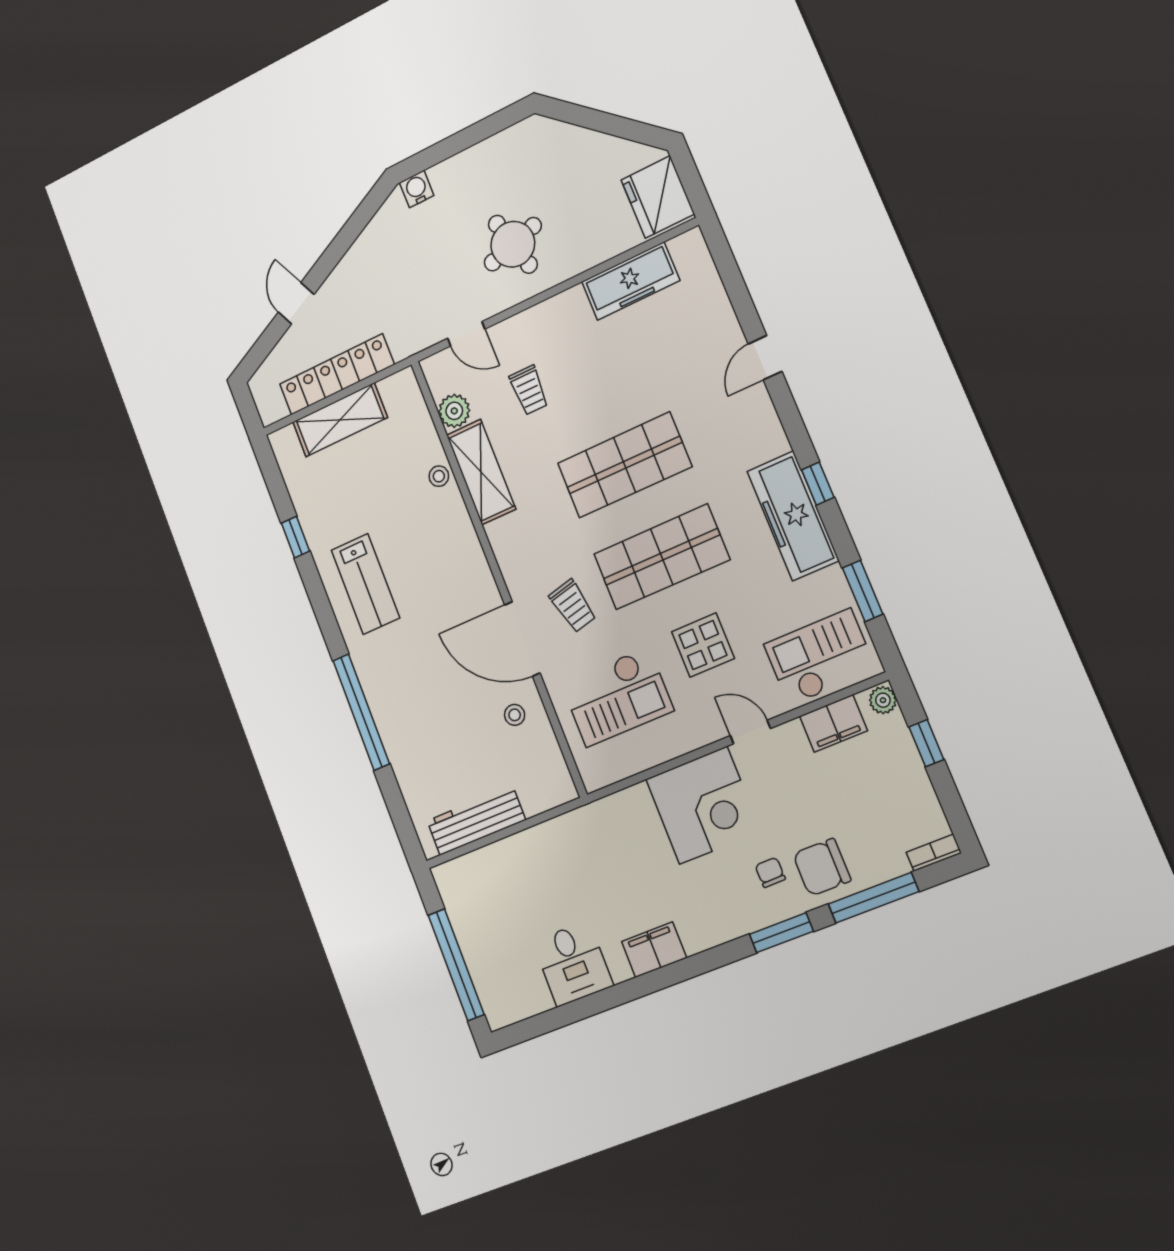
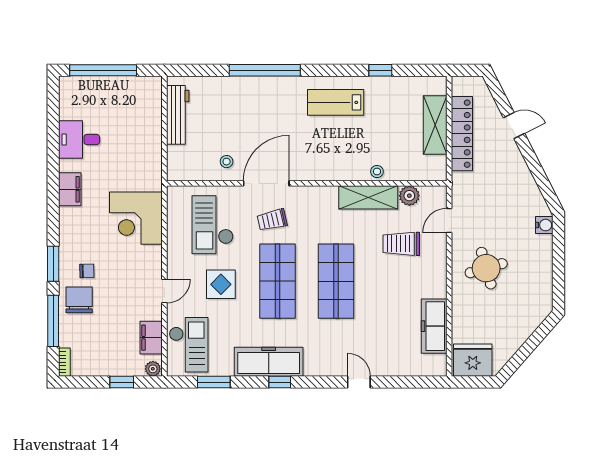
trolley: (529, 390) -> (401, 244), width x1.36, depth x1.39
corner desk: (703, 805) -> (136, 218), moved

